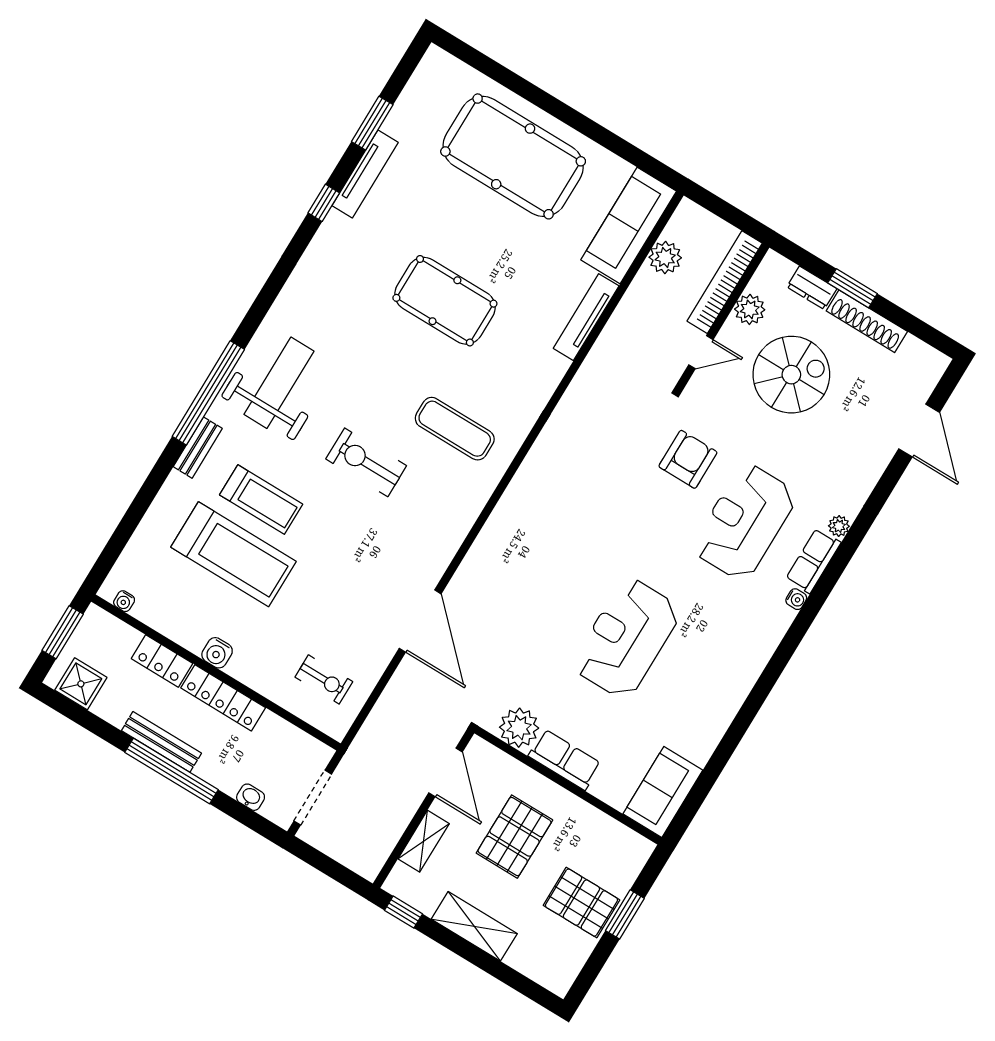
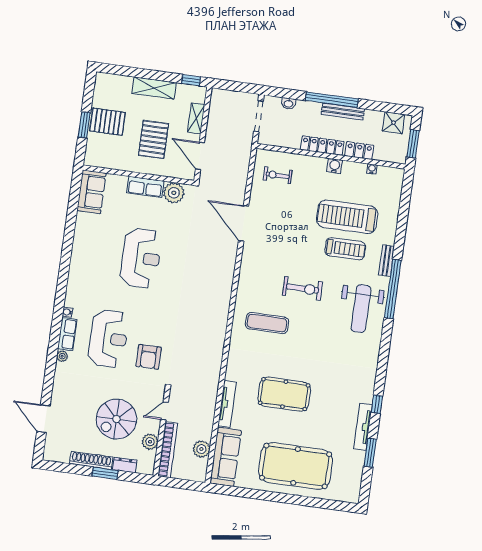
pool table: (445, 301) -> (284, 394), moved
treadmill: (261, 500) -> (345, 249), turned 180
water cooler: (124, 601) -> (372, 169), moved

